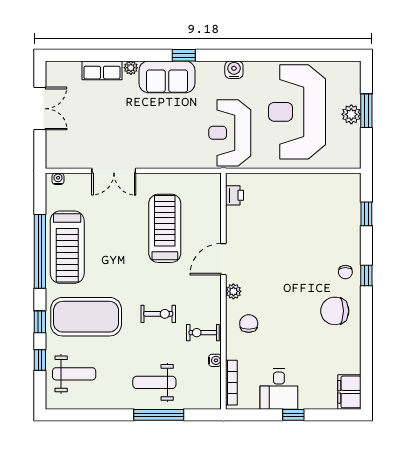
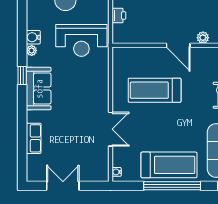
plant: (131, 68) -> (32, 50), moved
printer: (235, 195) -> (119, 16), moved, turned 90

